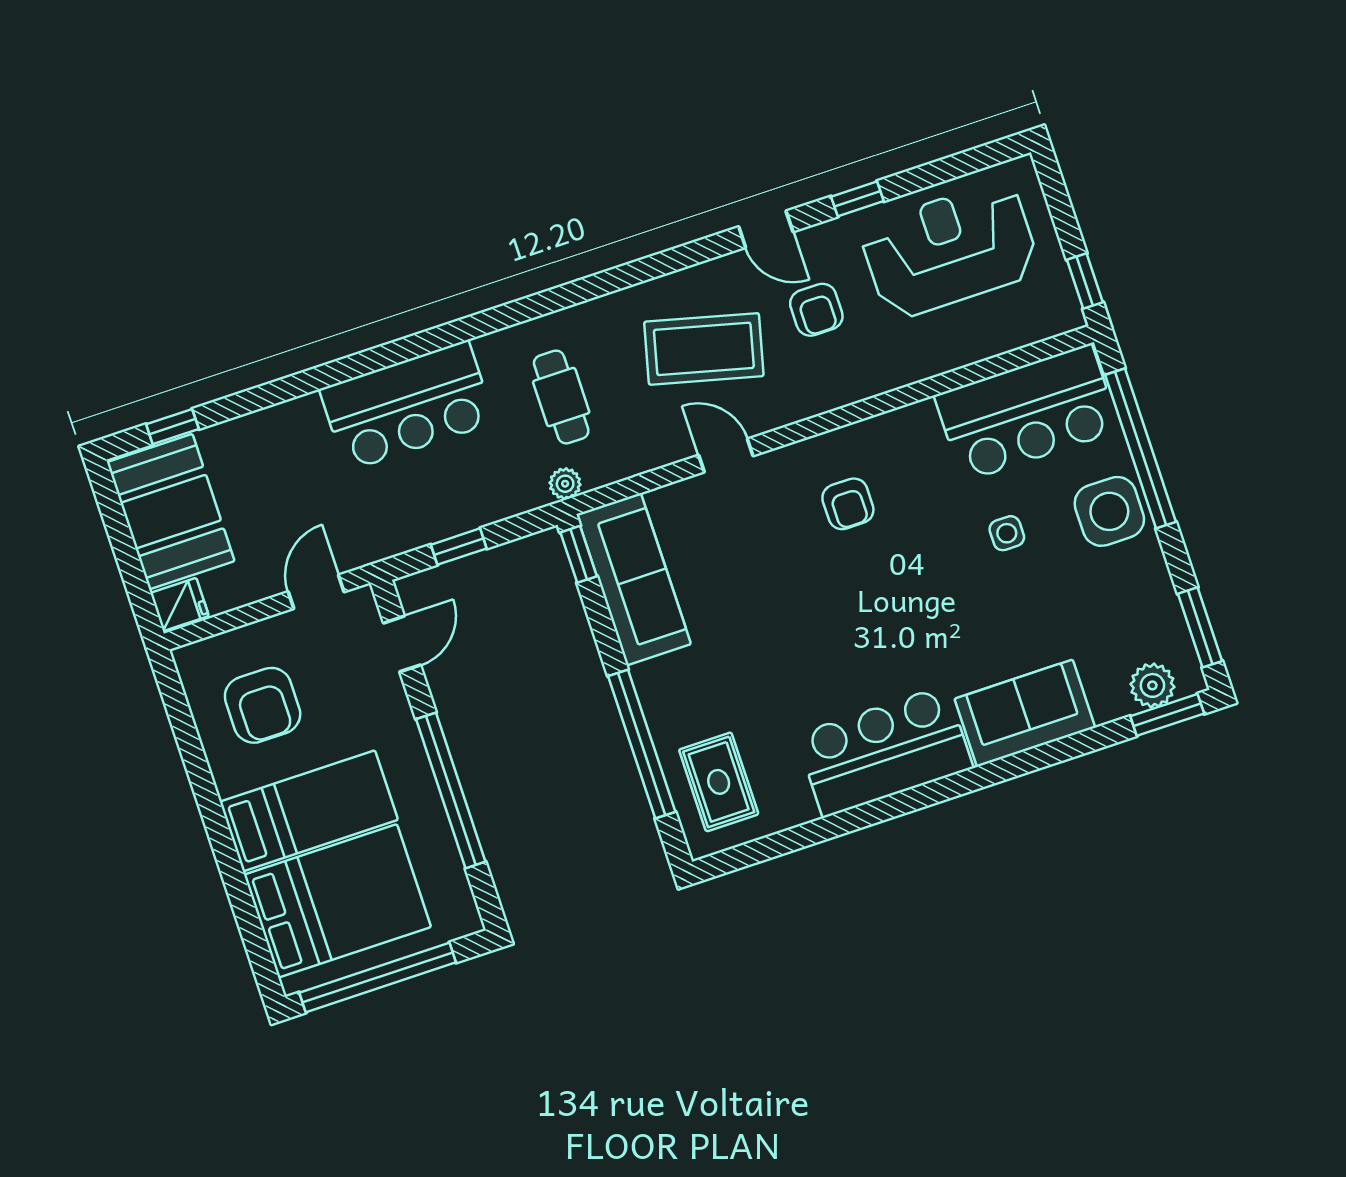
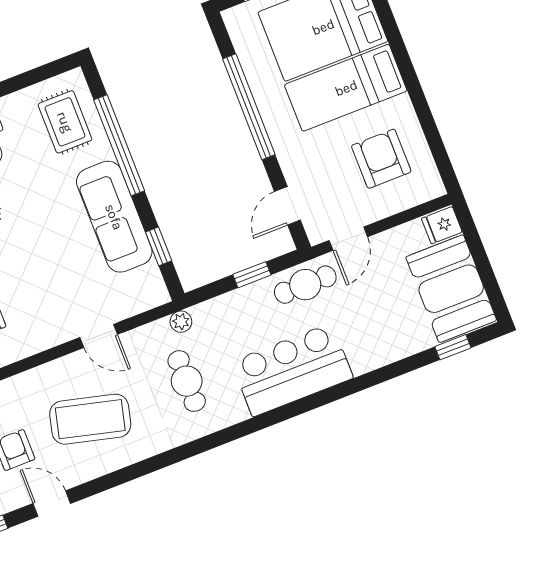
door: (726, 456) -> (99, 336), moved
cafe table: (382, 528) -> (305, 285), added
window: (579, 554) -> (159, 246), moved
sofa: (634, 579) -> (114, 217), moved

